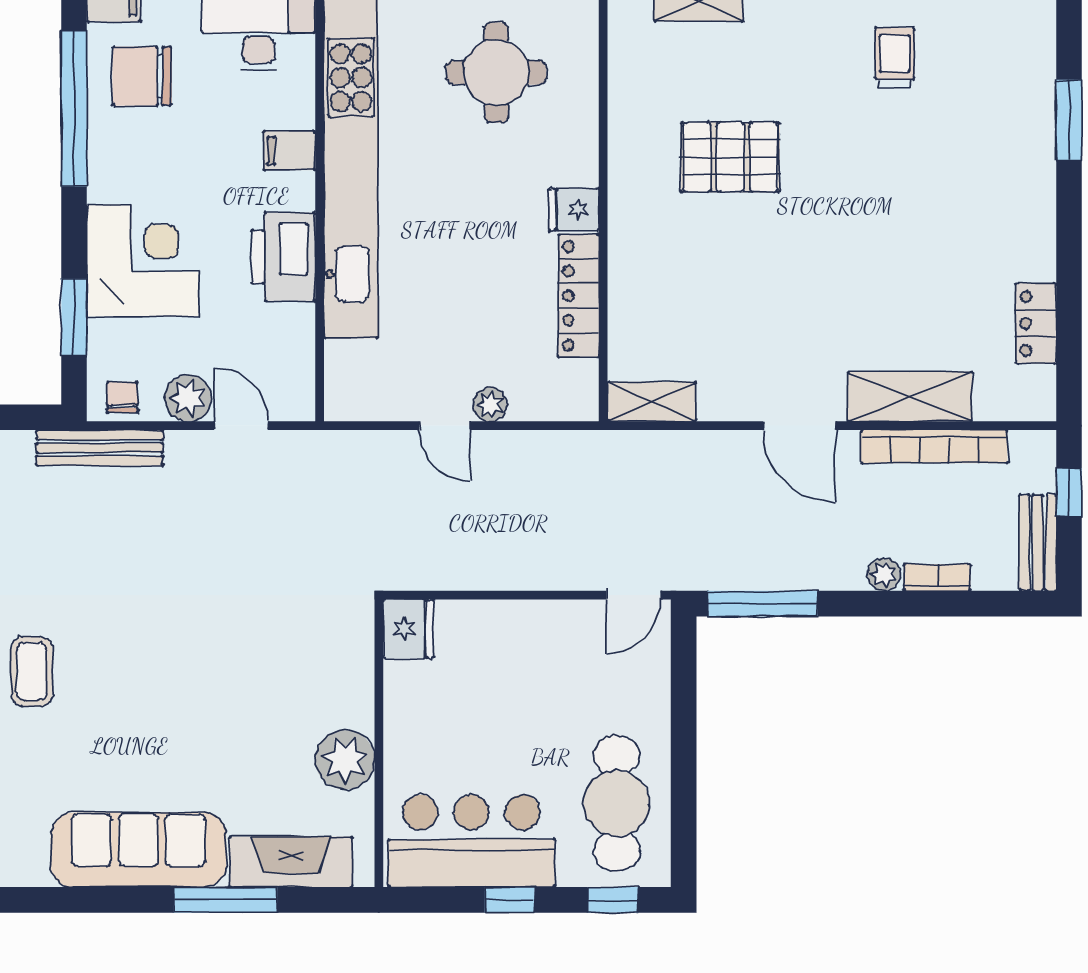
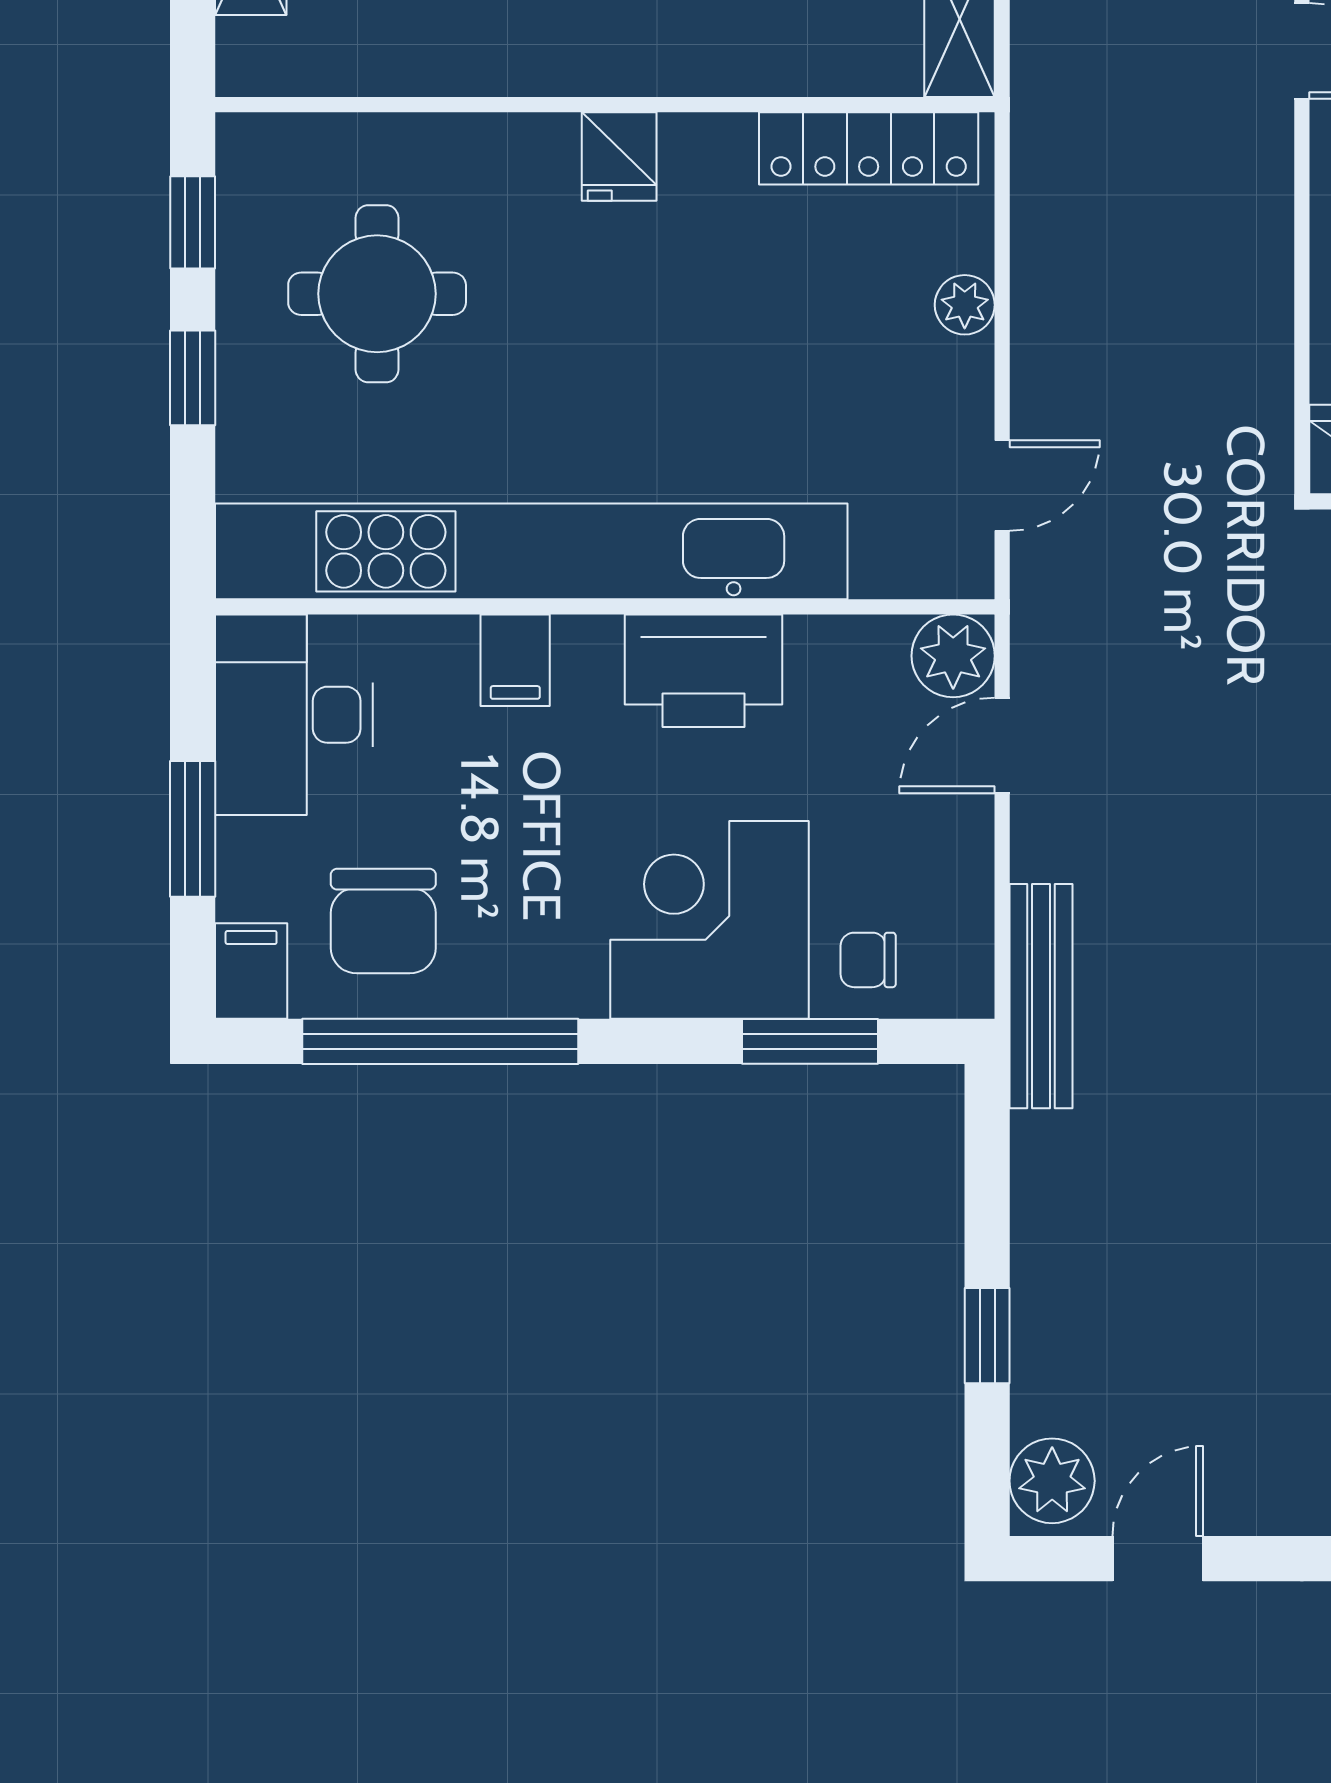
locker: (578, 296) -> (869, 148), moved
chair: (122, 397) -> (868, 960), moved
plant: (188, 398) -> (953, 656), moved
door: (445, 426) -> (1002, 486), moved

